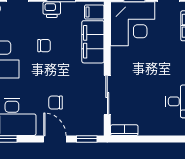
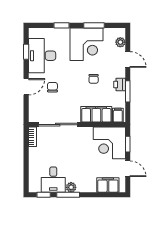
sliding door: (107, 95) -> (58, 125), width x1.37
window: (87, 139) -> (26, 110), removed

